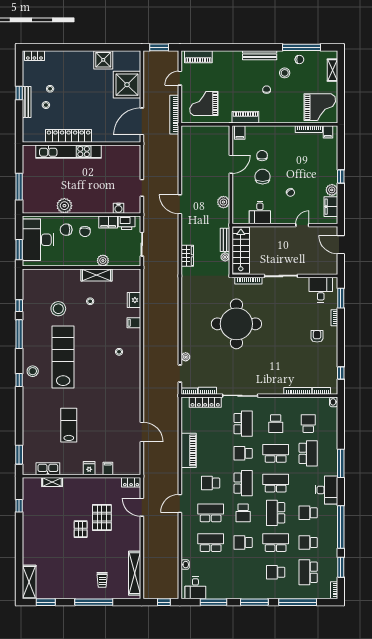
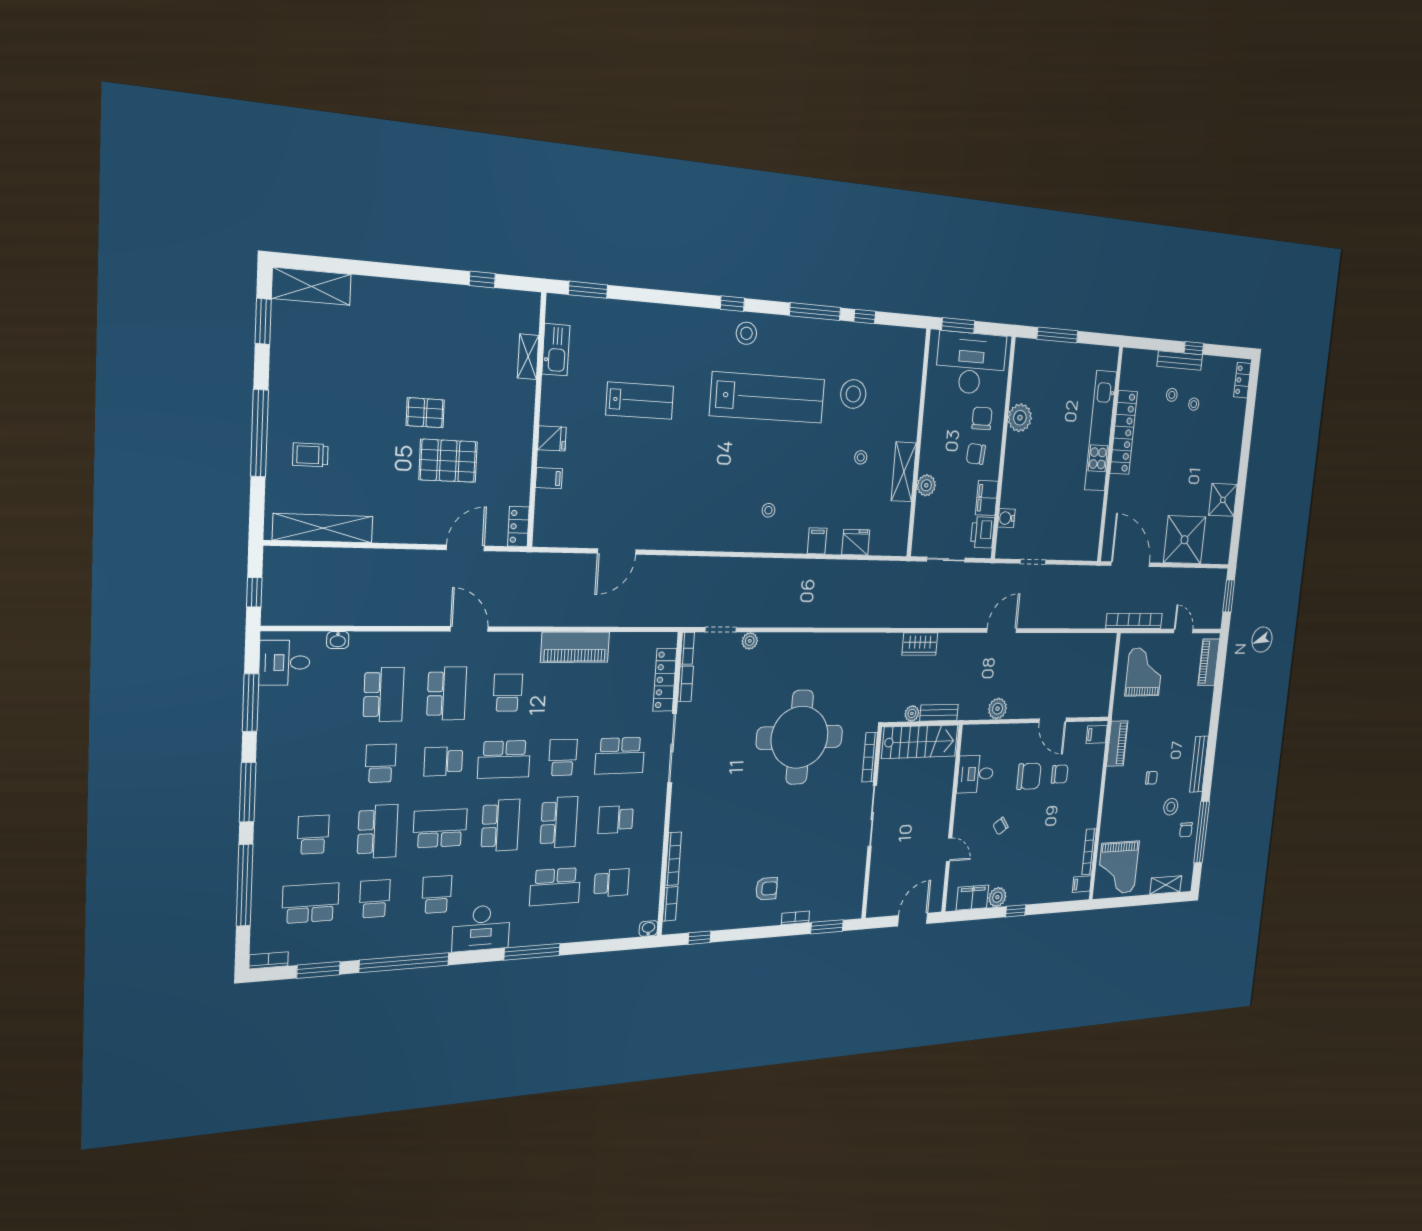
desk: (321, 290) -> (844, 890), removed

